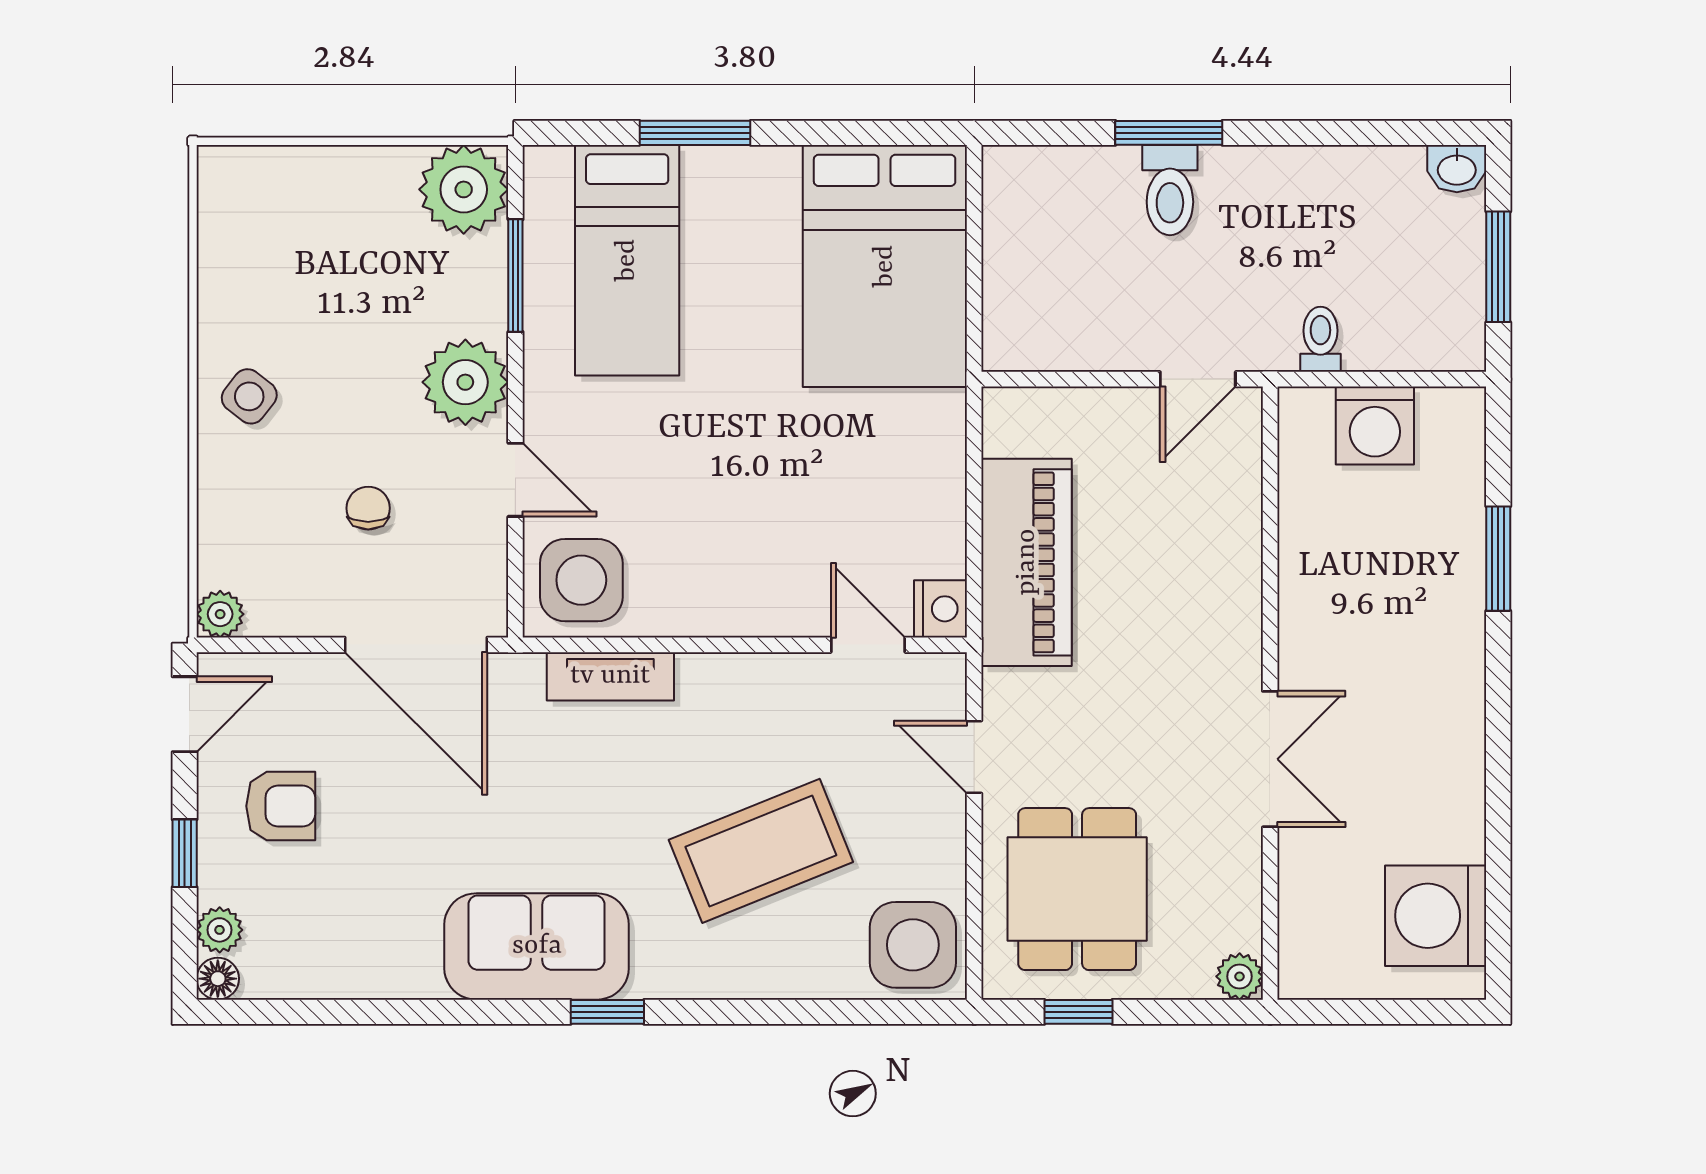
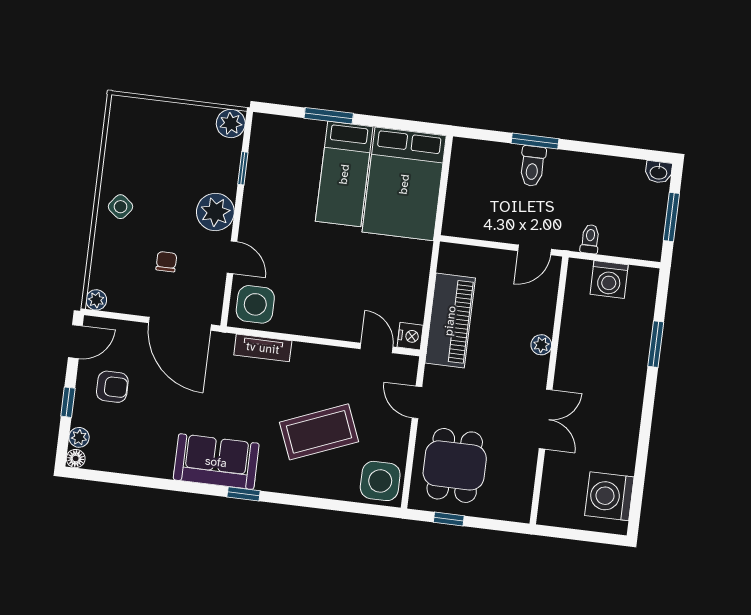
plant: (464, 189) -> (231, 123), width x0.73, depth x0.73
bed: (627, 260) -> (344, 174), moved
window: (515, 276) -> (243, 168), width x0.67
plant: (1240, 976) -> (541, 345), moved

